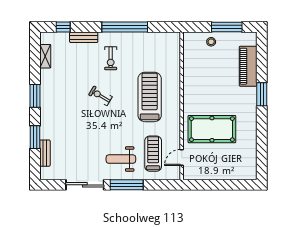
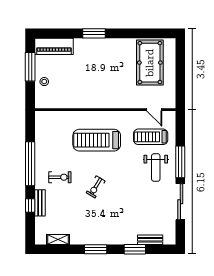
window: (63, 27) -> (30, 206), moved
piano: (248, 66) -> (54, 46), moved
pool table: (212, 129) -> (150, 63), moved

